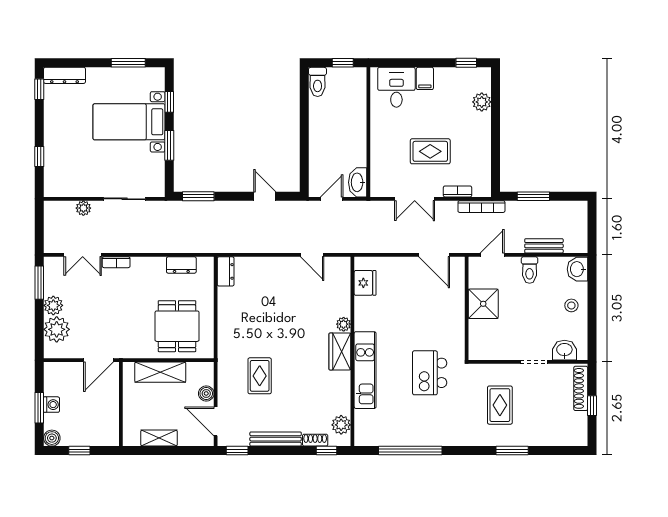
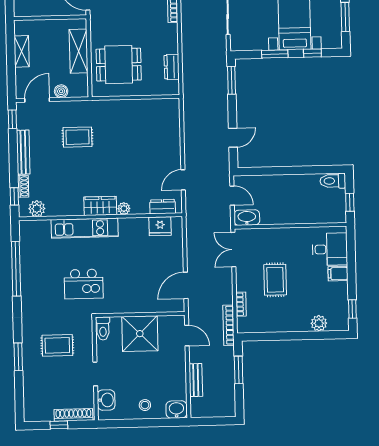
double door: (415, 199) -> (233, 250), moved
toilet: (530, 270) -> (103, 328), moved, turned -90
dresser: (226, 271) -> (163, 207), moved, turned 180
shower: (483, 304) -> (140, 334), width x1.37, depth x1.37
kitchen island: (430, 373) -> (84, 284), turned 180

